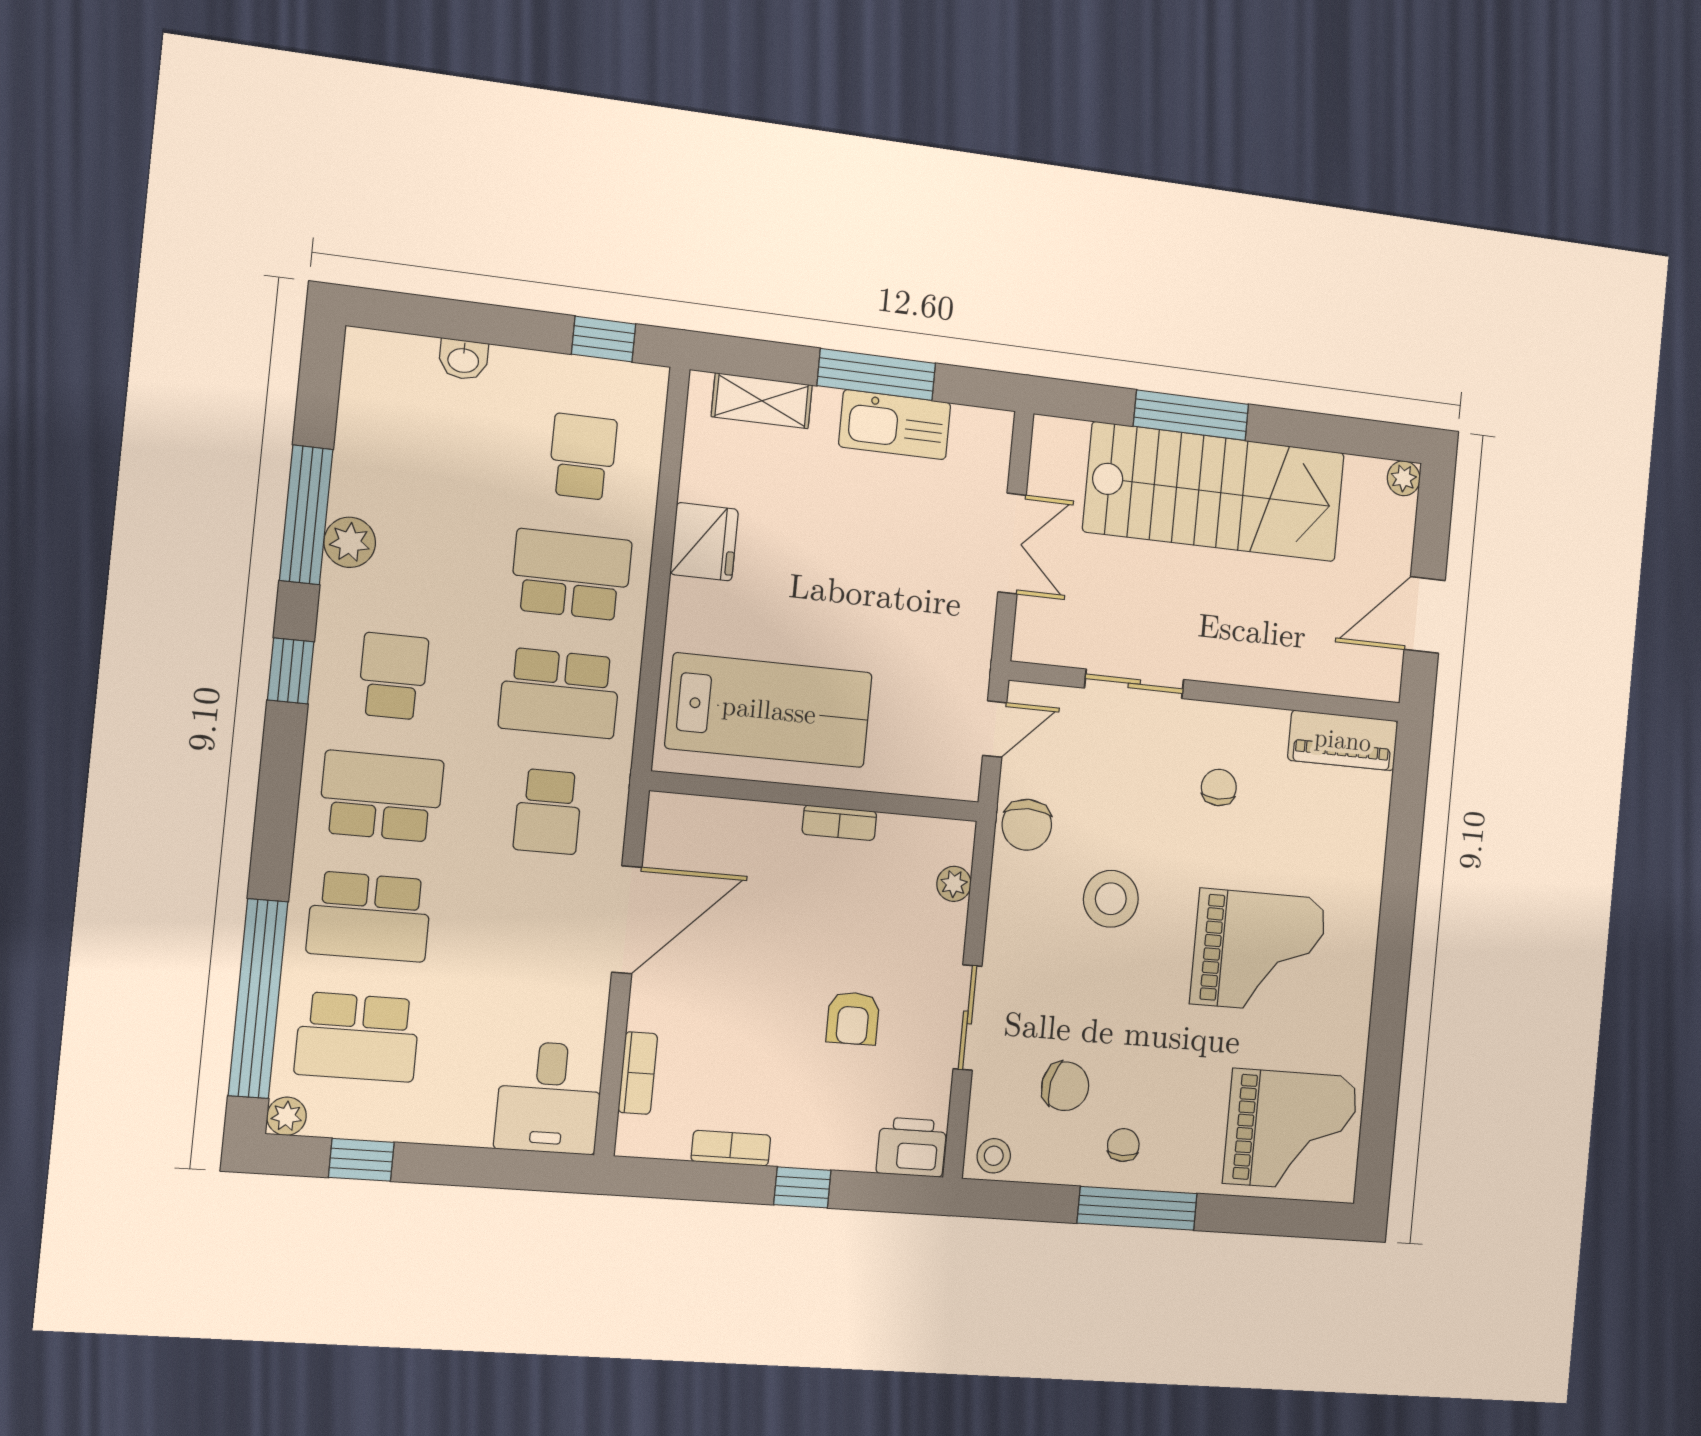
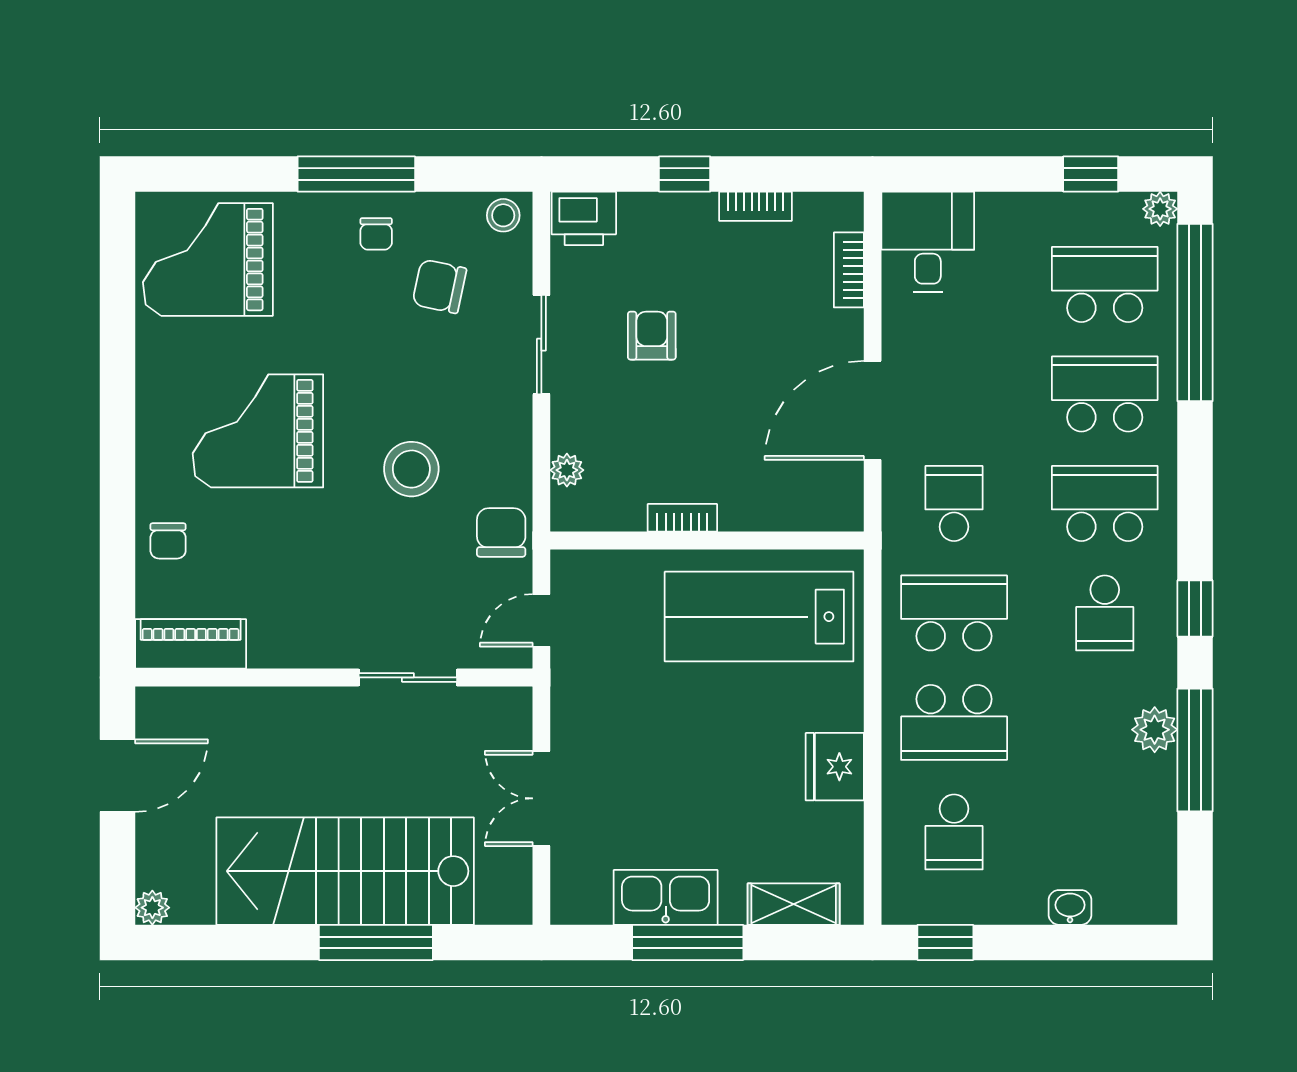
chair: (1219, 787) -> (168, 541), moved
school desk: (381, 796) -> (1105, 503), turned 180

